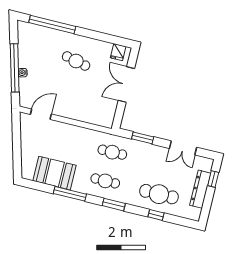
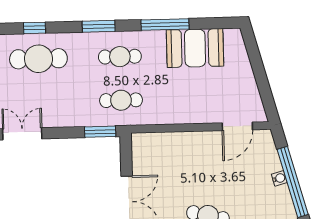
window: (143, 138) -> (100, 132), moved

